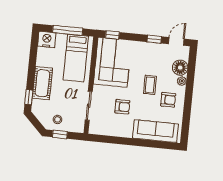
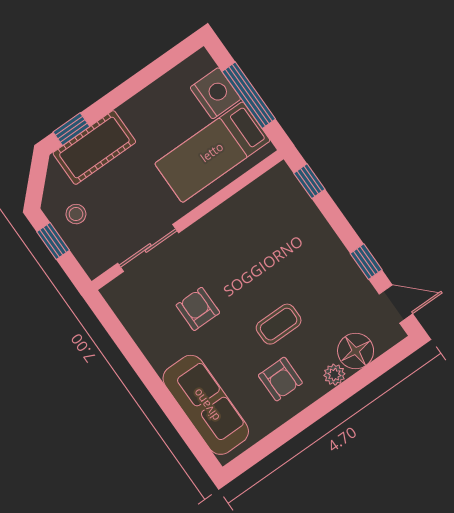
nightstand: (47, 39) -> (215, 93), moved
corner sofa: (112, 62) -> (261, 223), removed
cot: (42, 83) -> (94, 147), moved
armchair: (122, 107) -> (198, 309), turned 180

